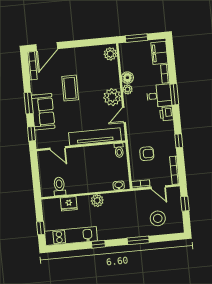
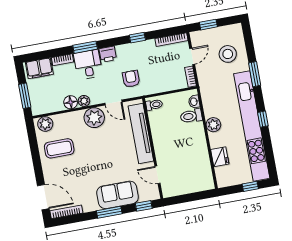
coffee table: (70, 88) -> (59, 148), moved
door: (58, 148) -> (157, 175), swing flipped
armchair: (147, 154) -> (131, 79), moved
toilet: (59, 186) -> (191, 116), moved
kitchen unit: (71, 236) -> (252, 126), width x1.86

